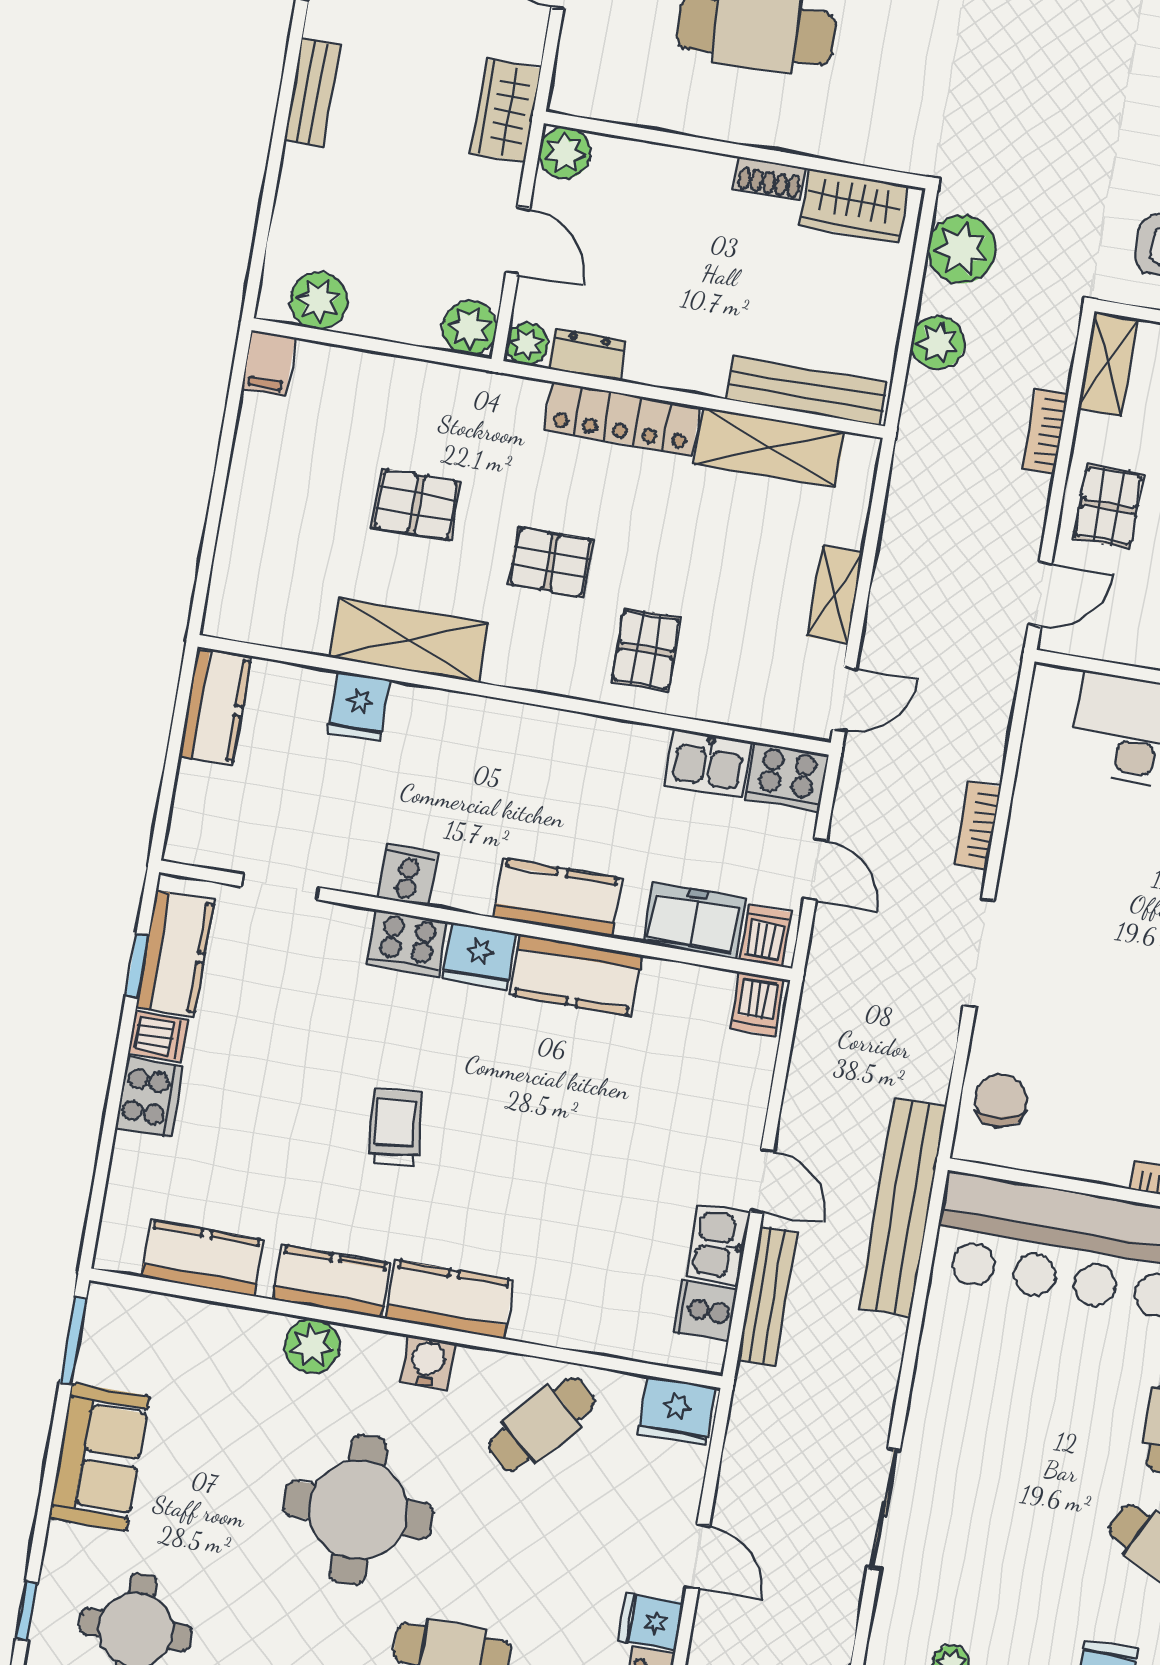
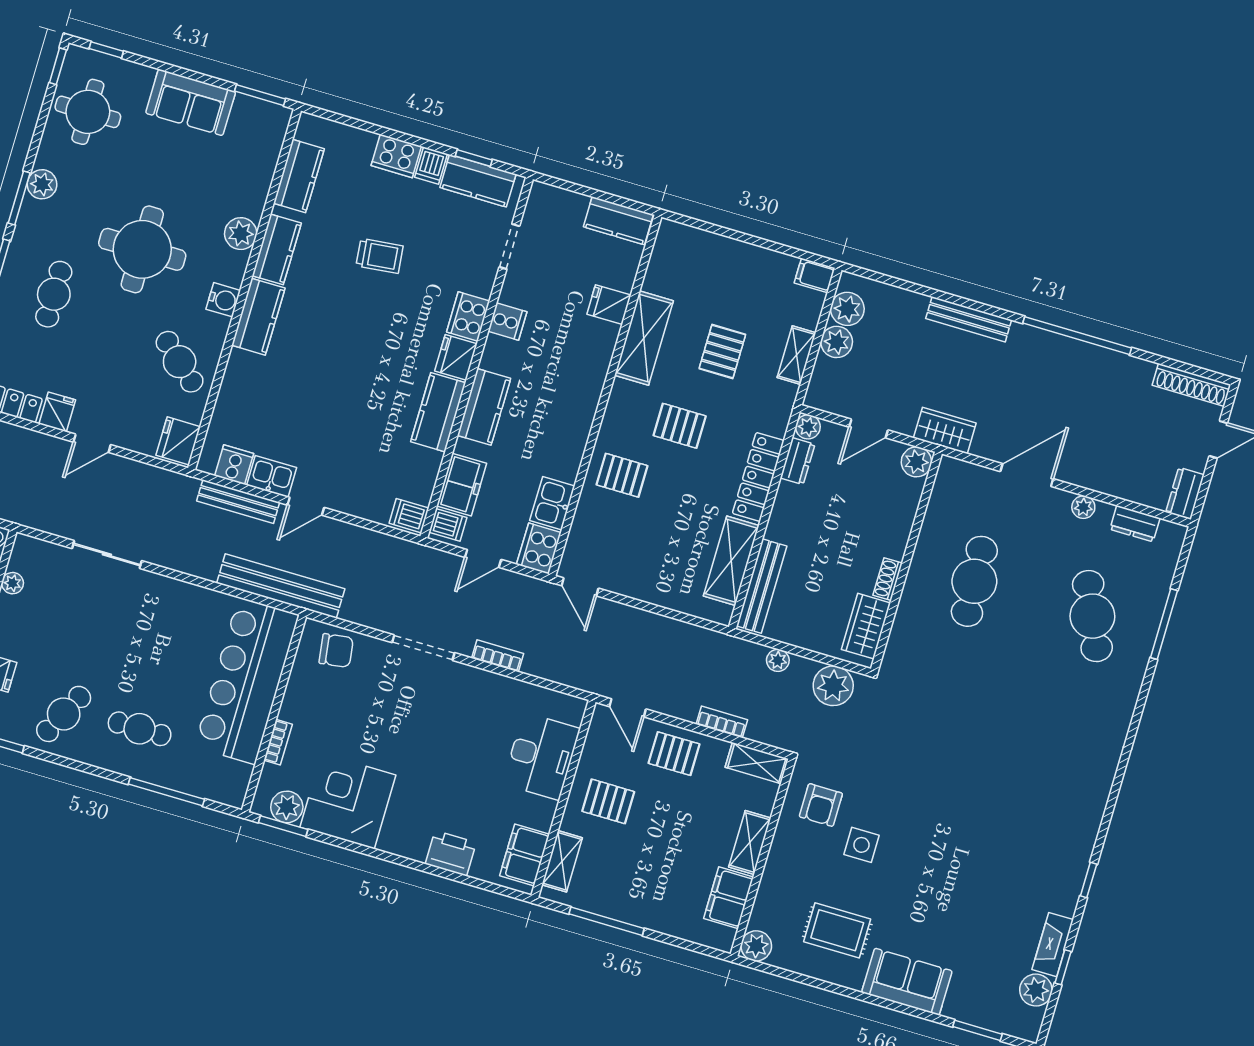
bench: (312, 93) -> (969, 319), width x1.36
plant: (470, 328) -> (837, 342), moved
plant: (938, 343) -> (778, 660), width x0.73, depth x0.73
pallet: (551, 562) -> (680, 426), turned 90
shelving: (835, 594) -> (796, 355), moved, turned 90
trolley: (395, 1128) -> (380, 256), moved

